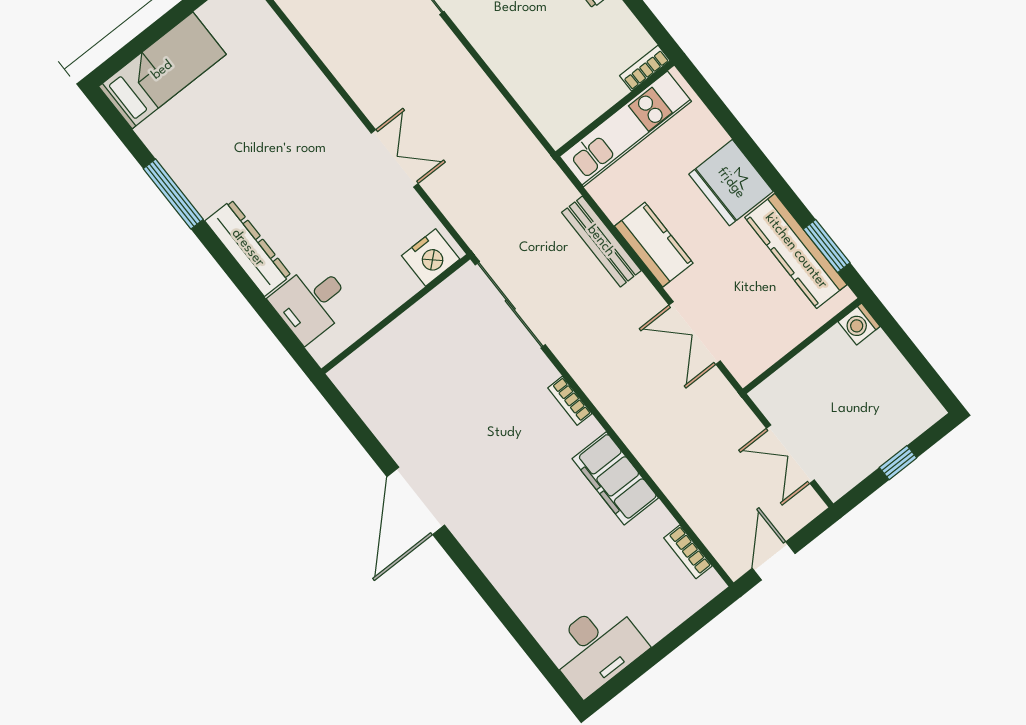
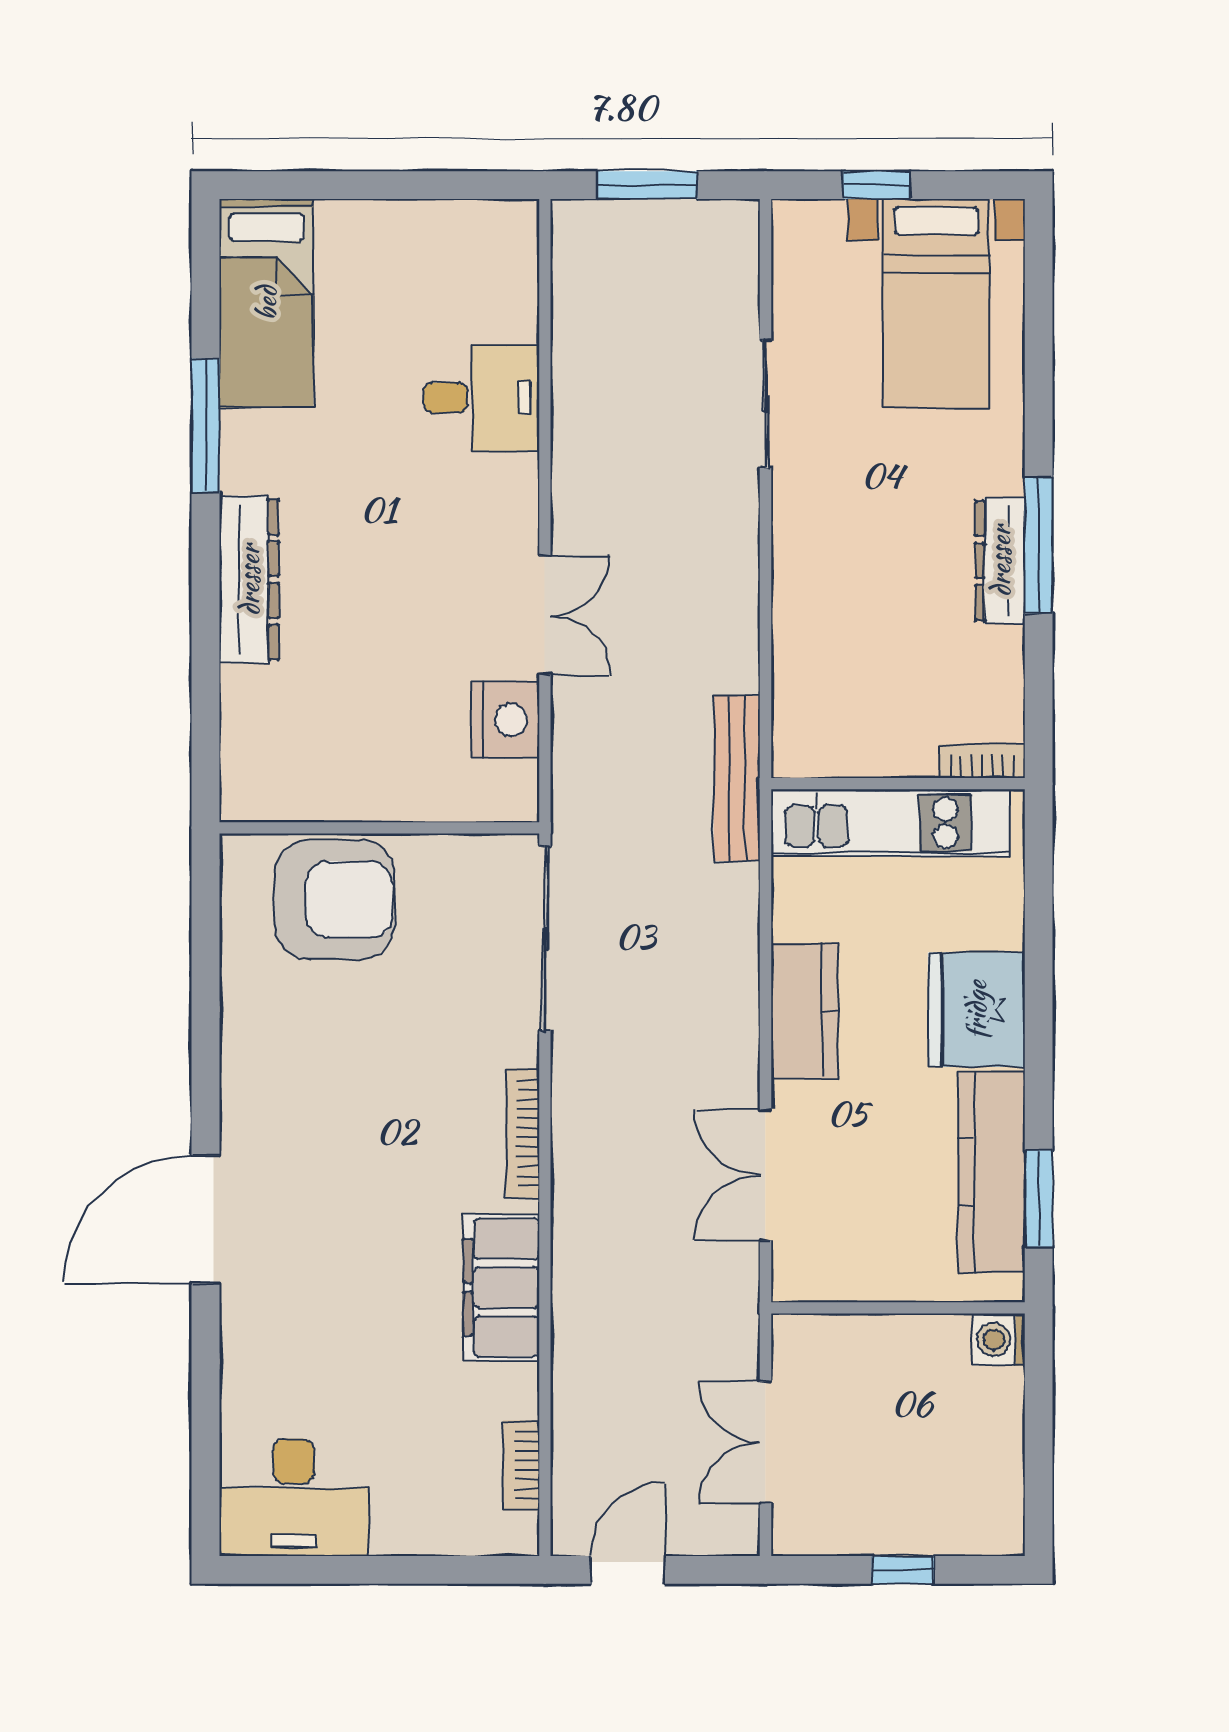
bed: (162, 70) -> (266, 303), moved, turned 90
bench: (601, 241) -> (737, 778), moved
nightstand: (431, 257) -> (505, 720), moved, turned -90
desk: (311, 302) -> (481, 398), moved, turned 180
armchair: (401, 362) -> (335, 900), added
bookcase: (570, 401) -> (523, 1133), width x1.56
door: (416, 501) -> (205, 1219), moved

